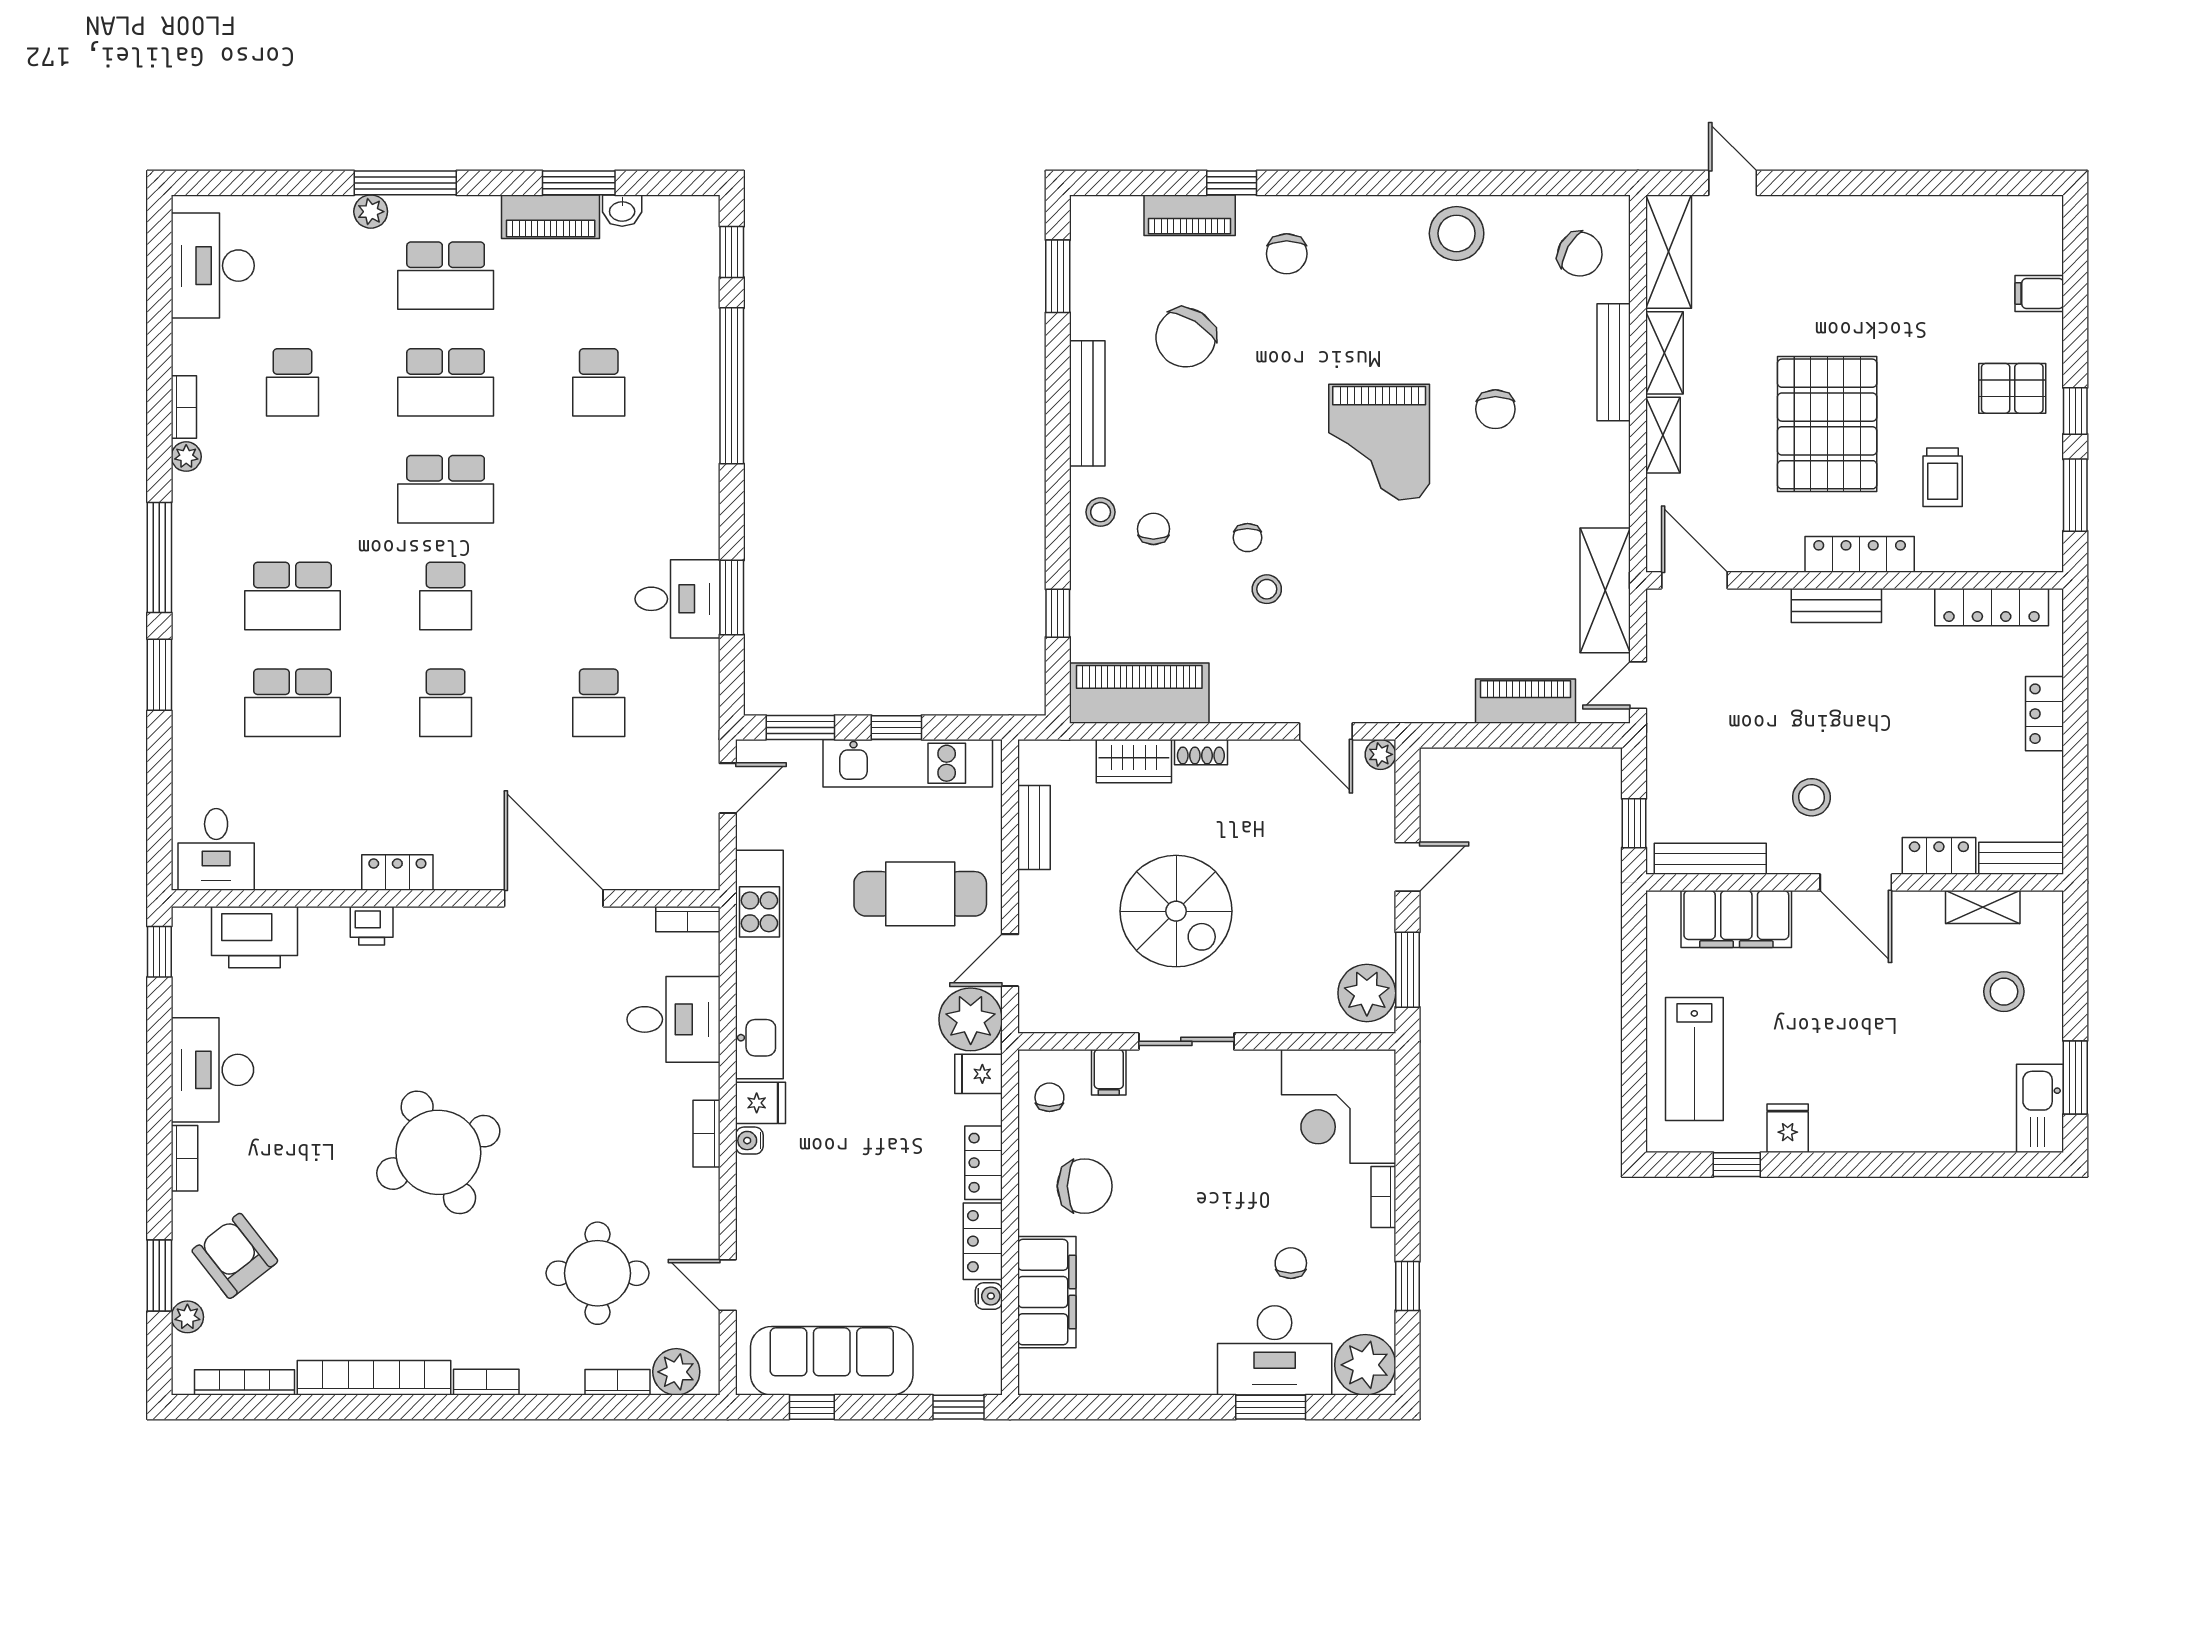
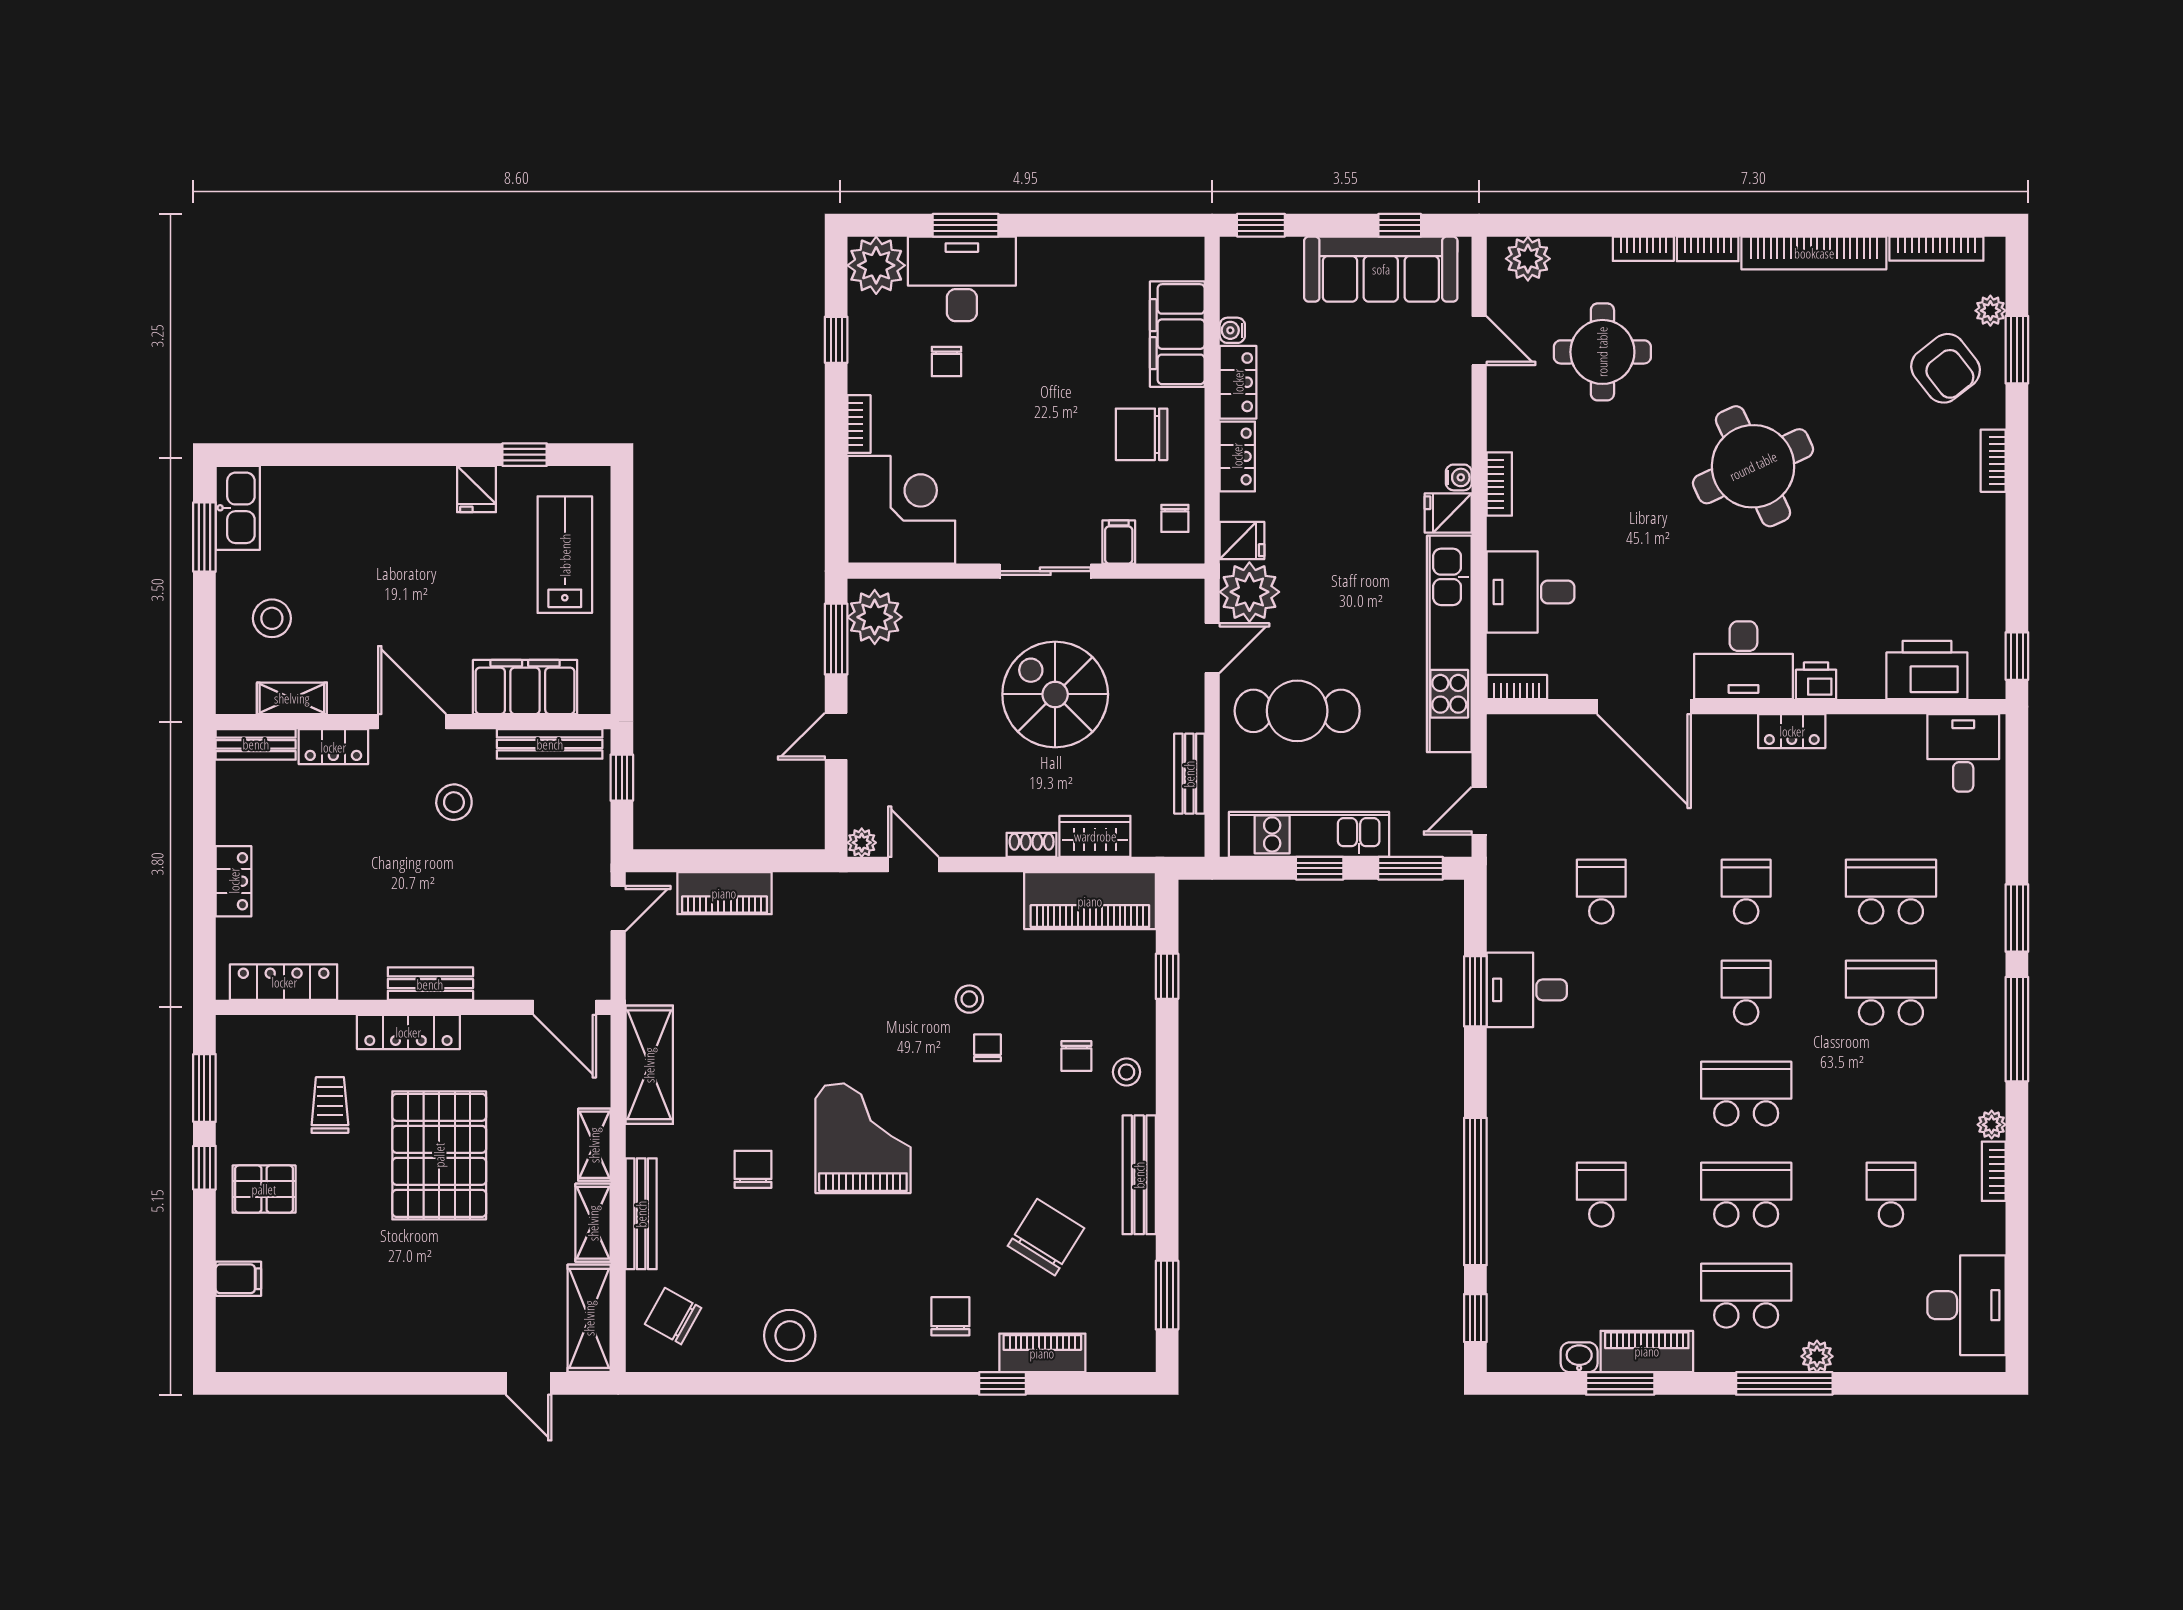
shelving: (1605, 590) -> (649, 1065), moved
desk: (212, 1070) -> (1743, 660), moved, turned 90
bookcase: (617, 1382) -> (1643, 249), moved

